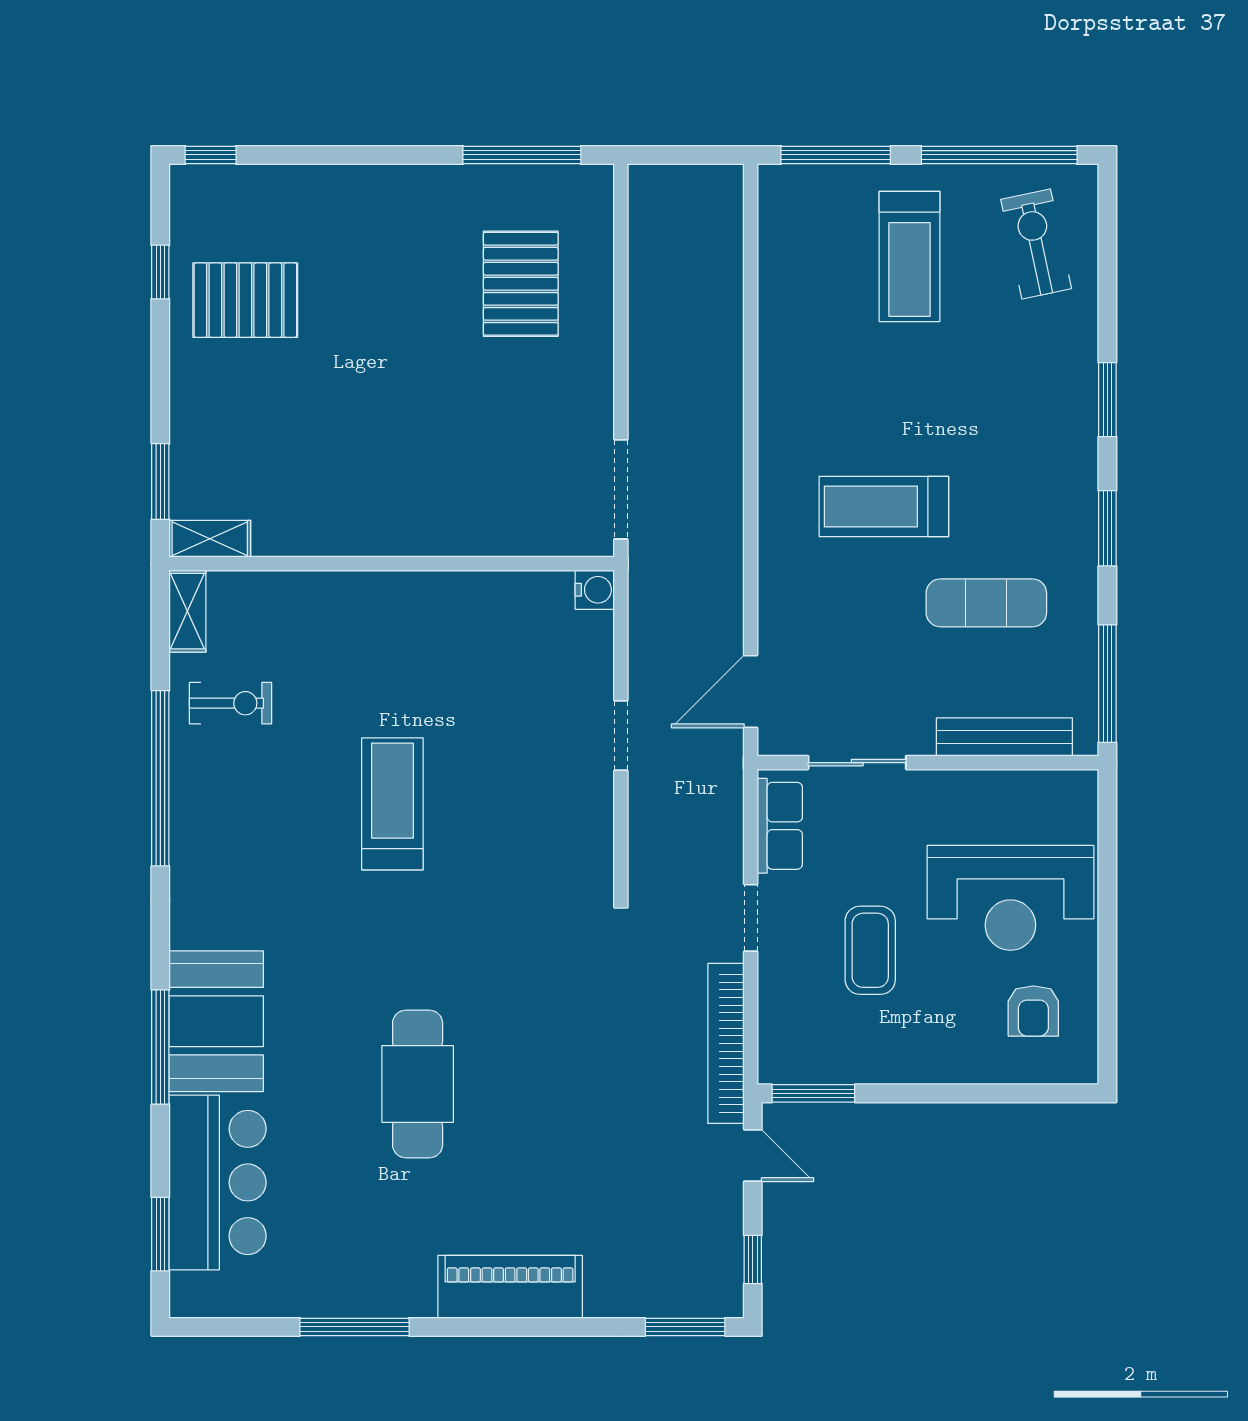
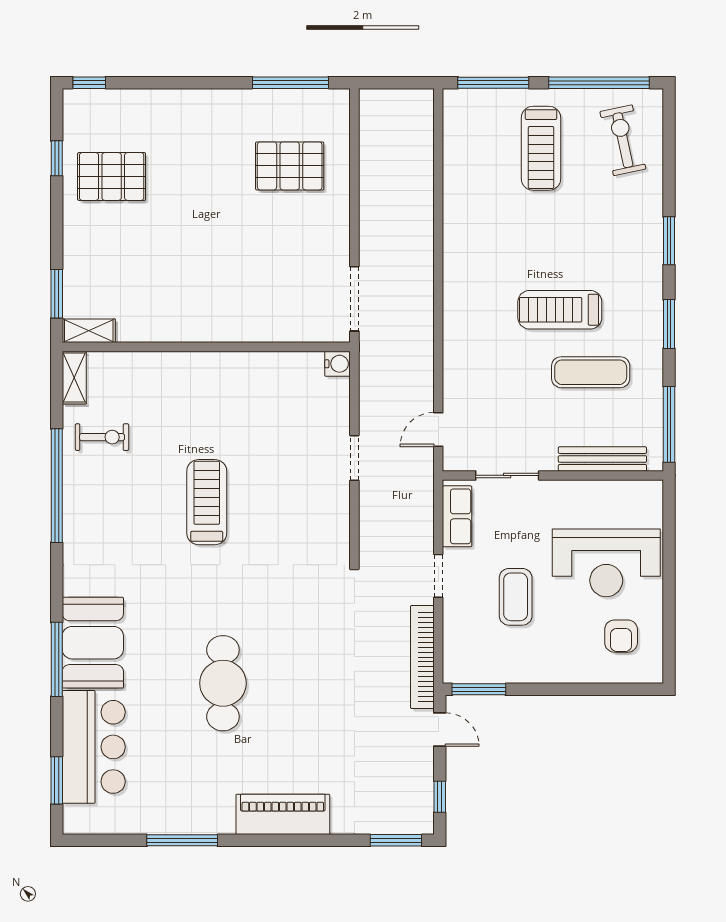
pallet: (521, 284) -> (290, 166), turned 90
treadmill: (884, 507) -> (560, 310), moved
door: (751, 691) -> (438, 429), width x0.73

